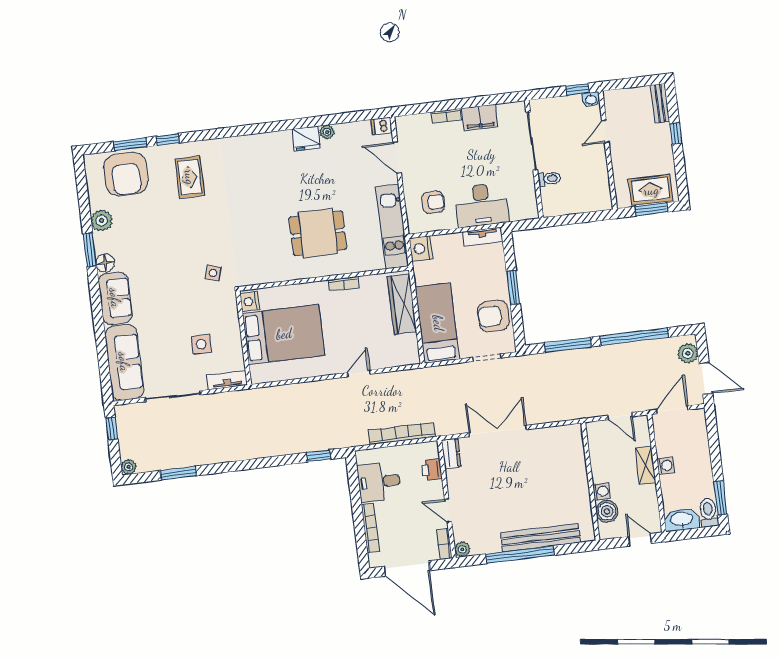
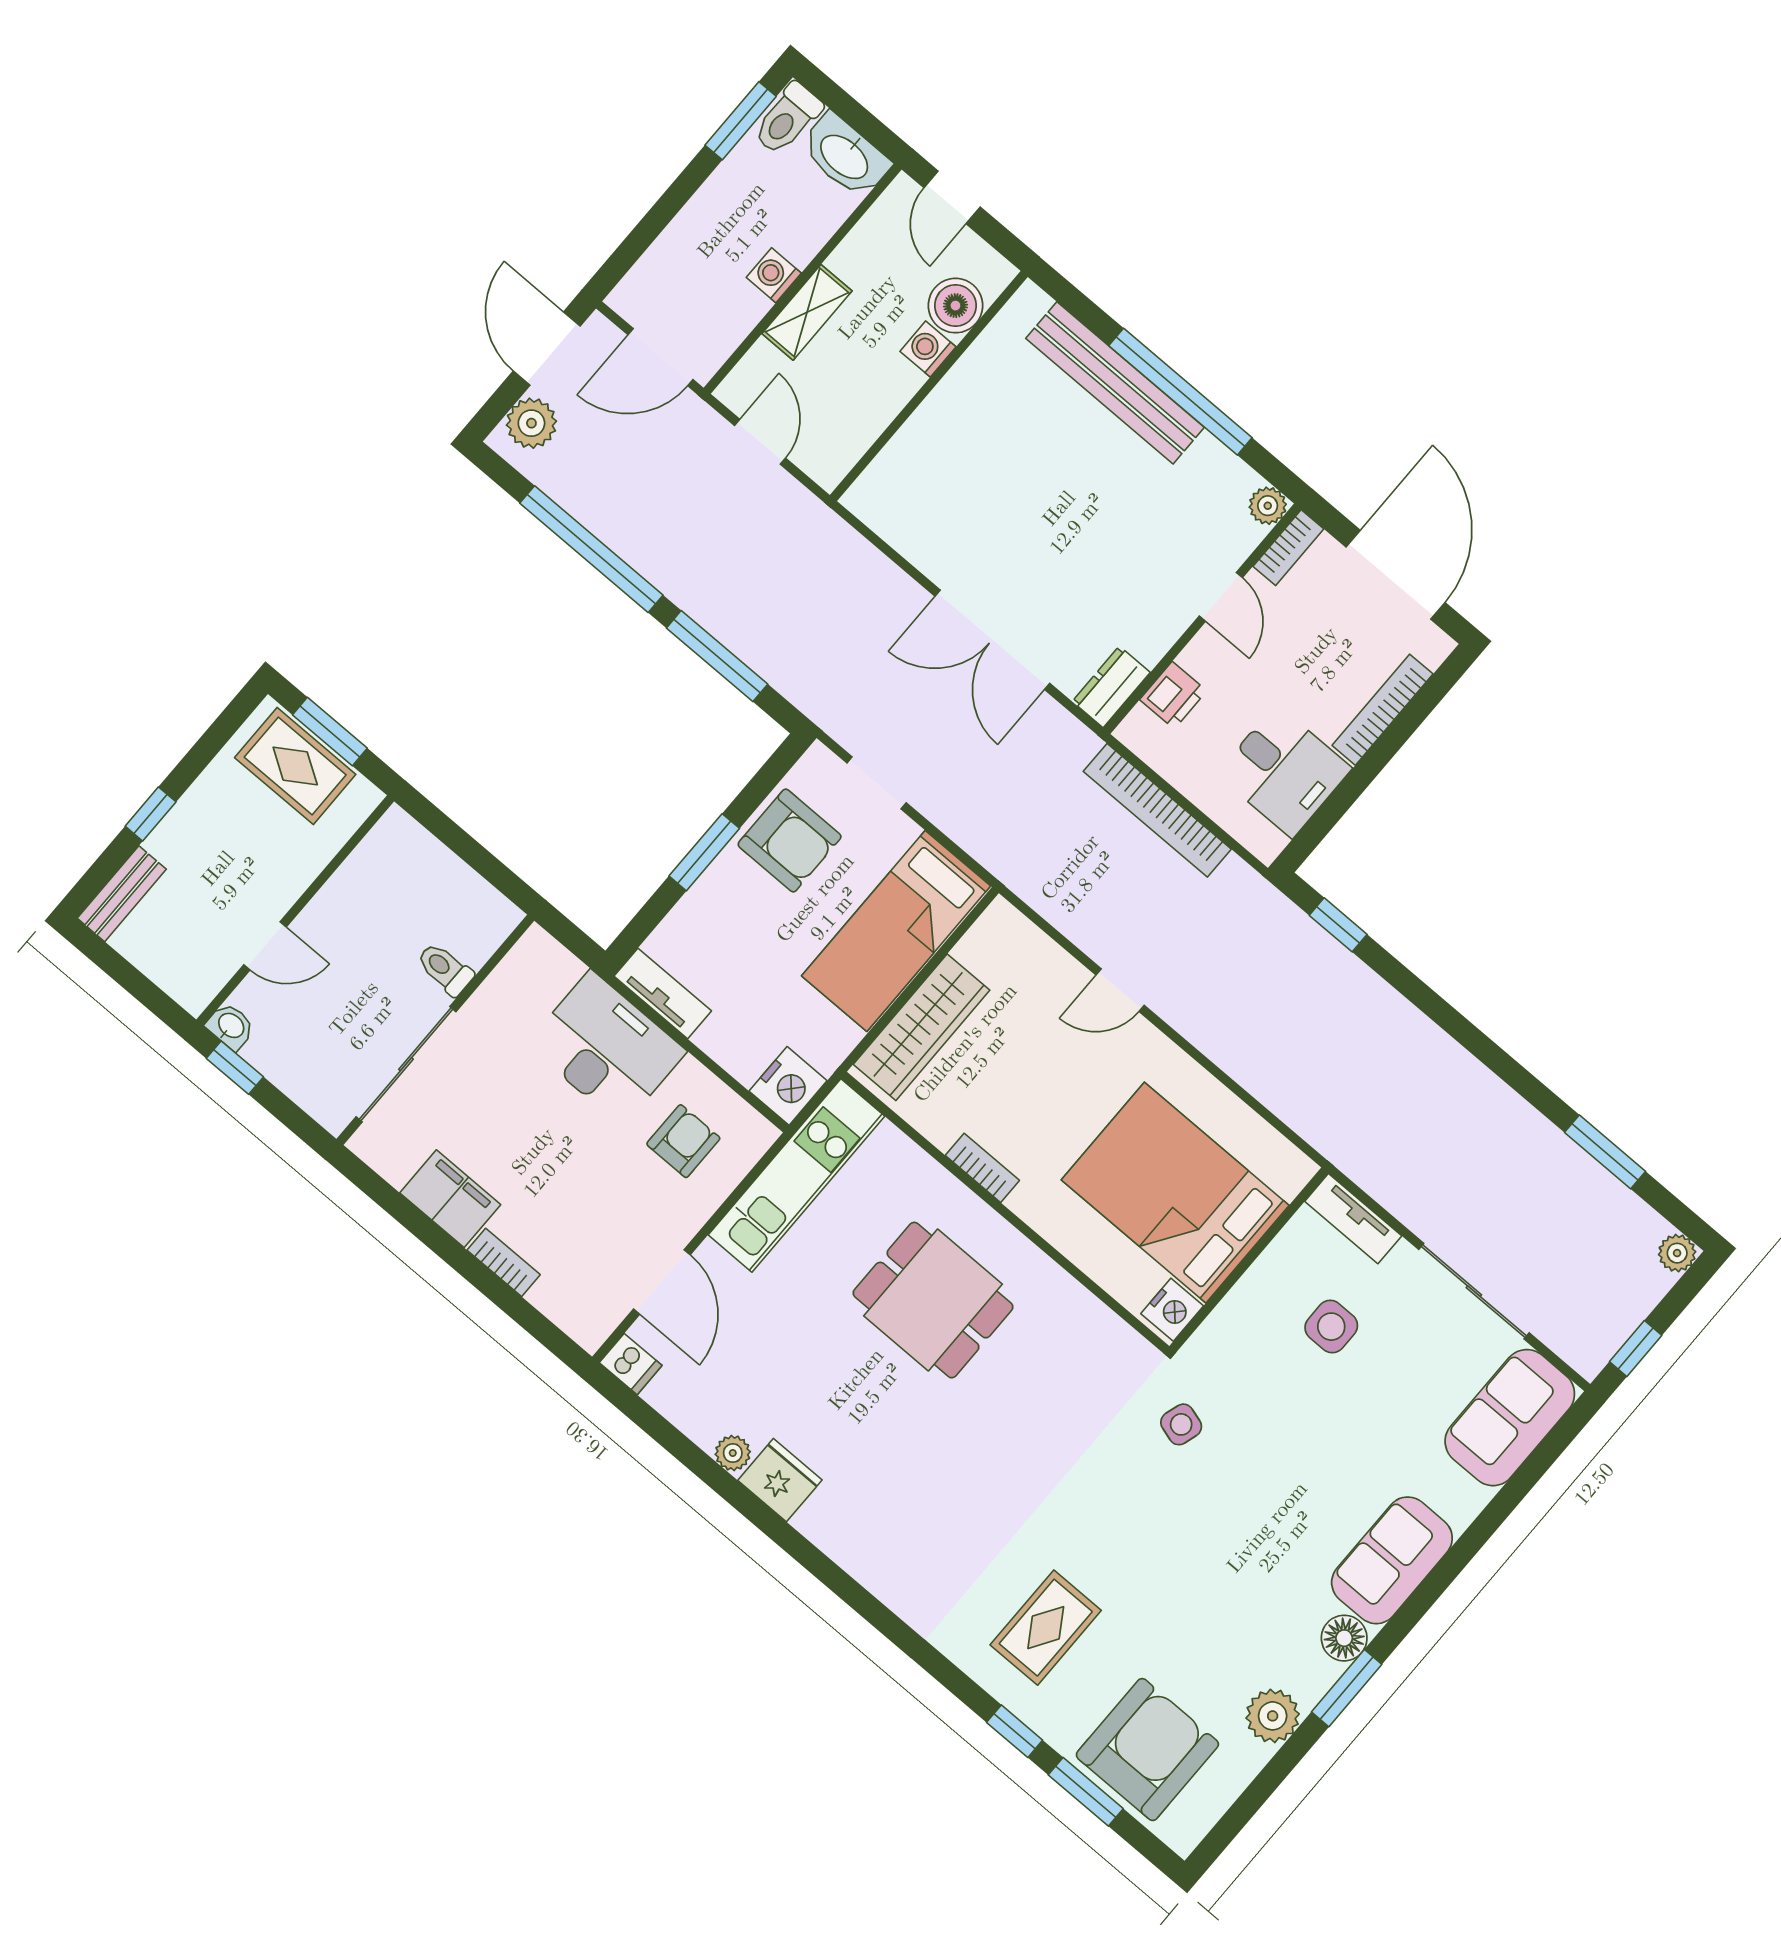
armchair: (433, 202) -> (683, 1141), turned 90
sofa: (124, 362) -> (1510, 1418), width x0.73

